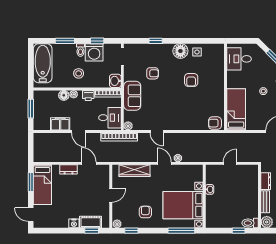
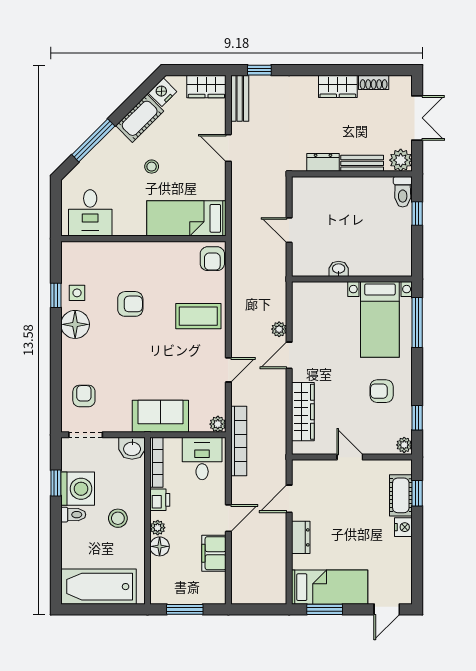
window: (65, 41) -> (56, 544), removed
window: (156, 41) -> (56, 295), moved
armchair: (153, 73) -> (84, 396), moved
coffee table: (185, 116) -> (198, 316), added
bed with nightstands: (183, 205) -> (380, 319), width x0.73

